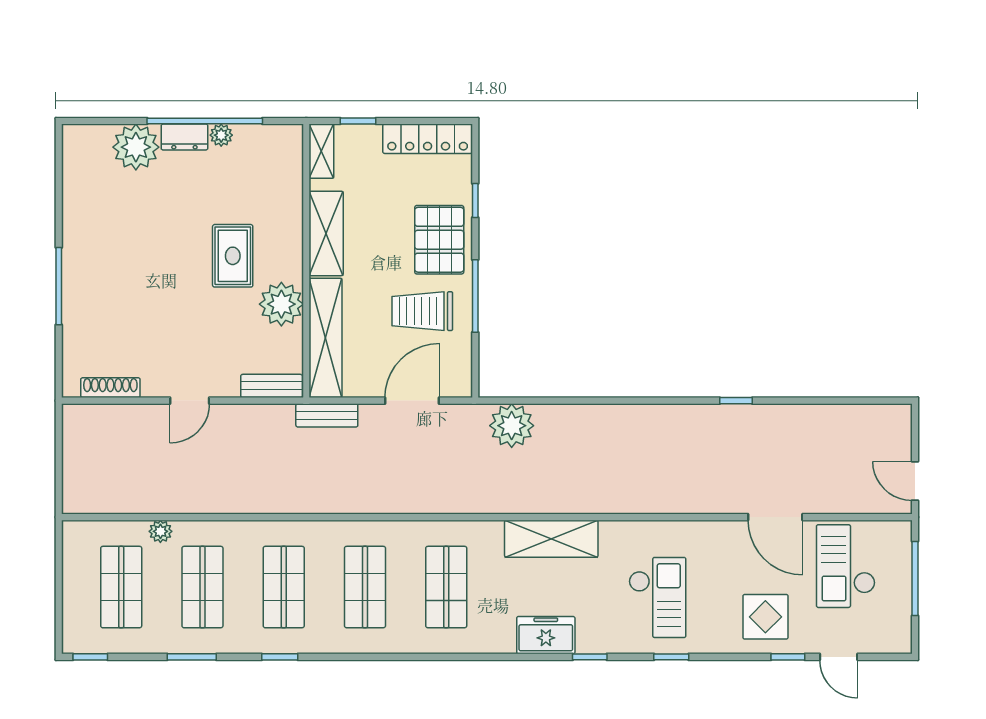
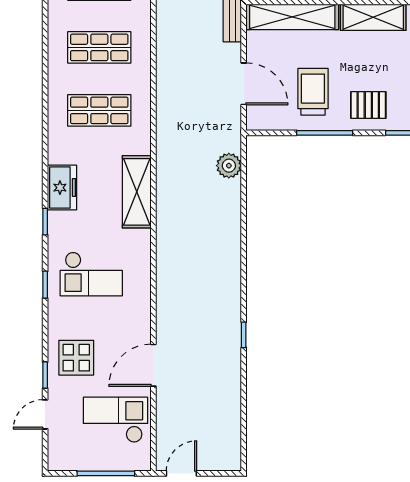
pallet: (439, 240) -> (368, 105), width x0.67, depth x0.71
plant: (512, 426) -> (229, 166), width x0.73, depth x0.73

